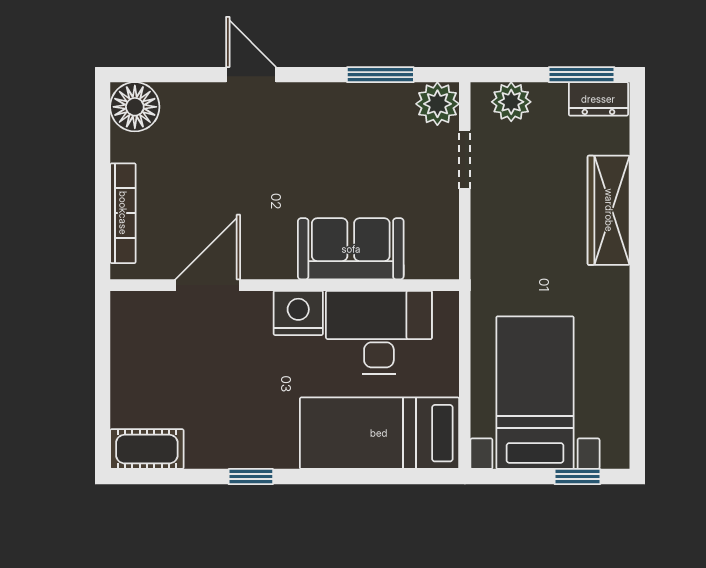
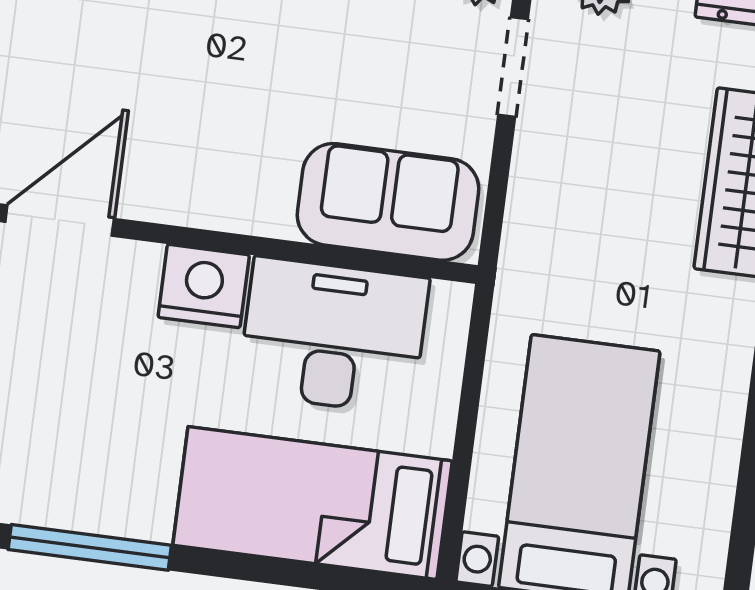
sofa: (351, 249) -> (388, 202), moved
window: (251, 477) -> (90, 547), width x2.17

